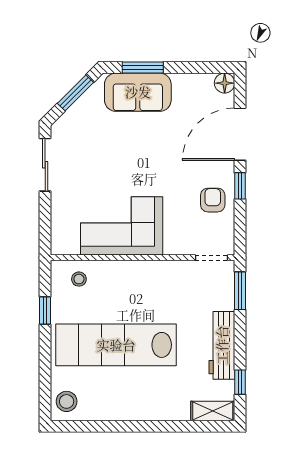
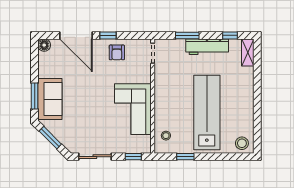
armchair: (213, 200) -> (117, 52), turned -90
window: (45, 226) -> (133, 157), added
window: (240, 291) -> (187, 35), moved
lab bench: (116, 345) -> (207, 113), turned 180

